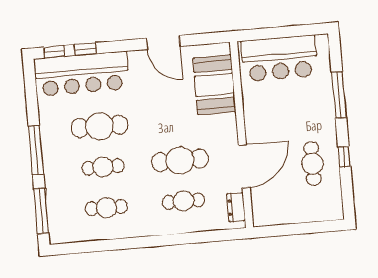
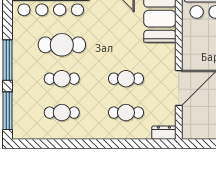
cafe table: (180, 160) -> (126, 79), width x0.73, depth x0.74
dresser: (236, 207) -> (164, 133), moved, turned 90

